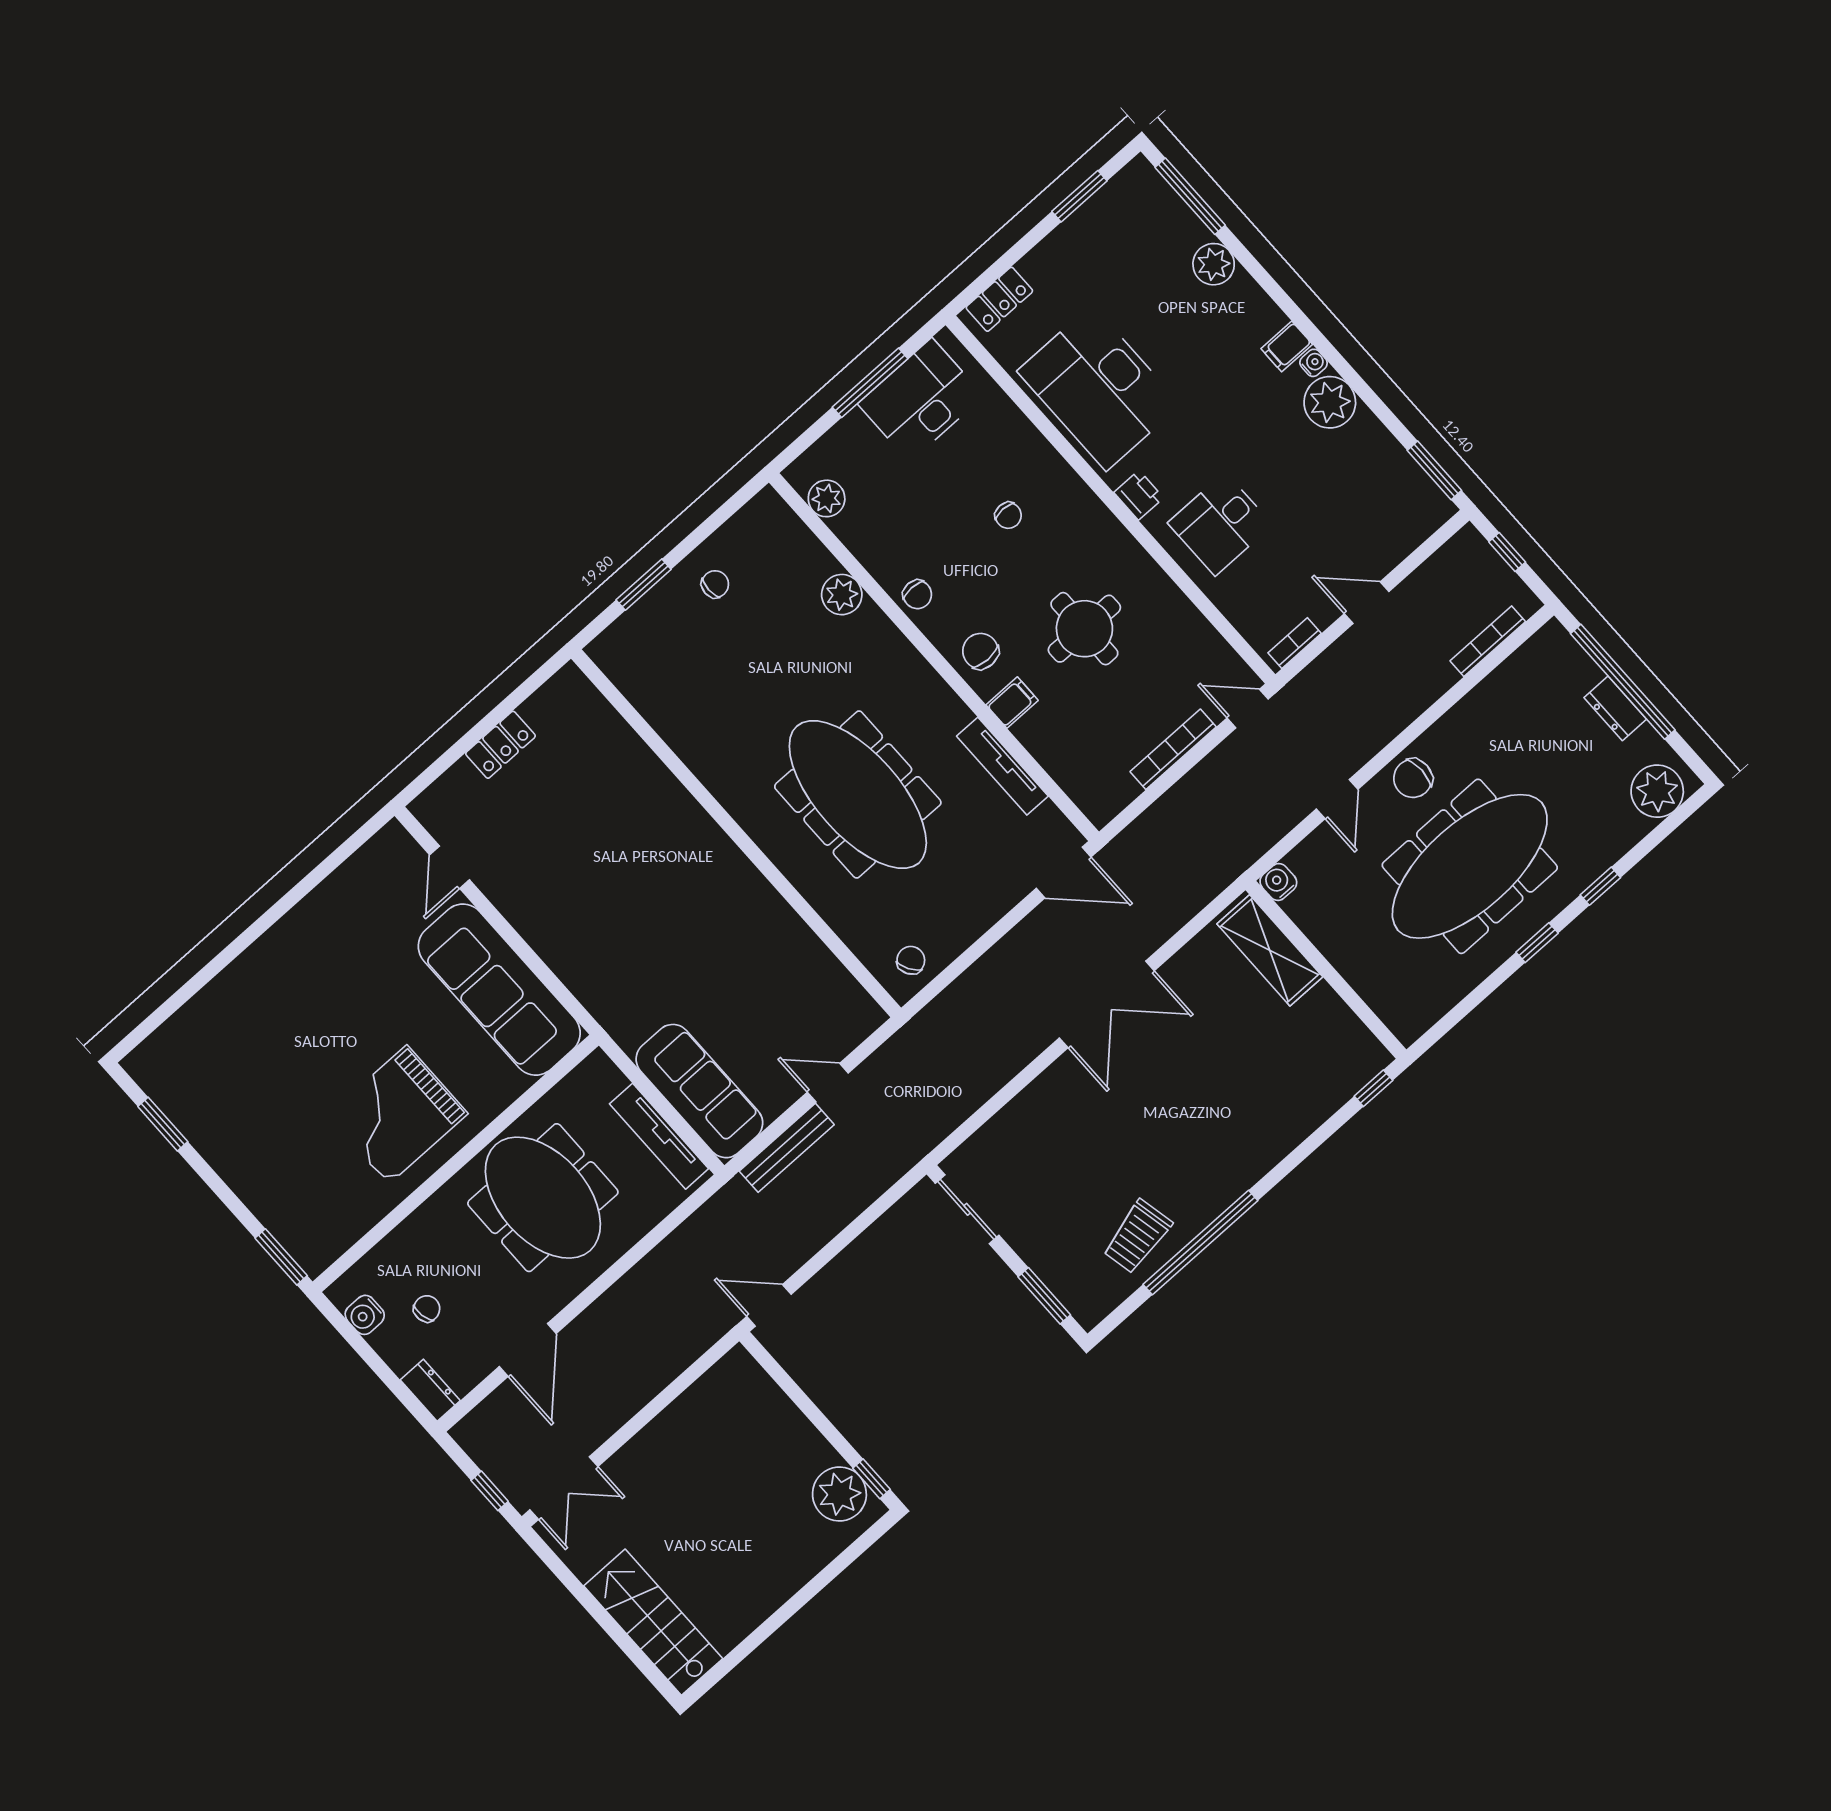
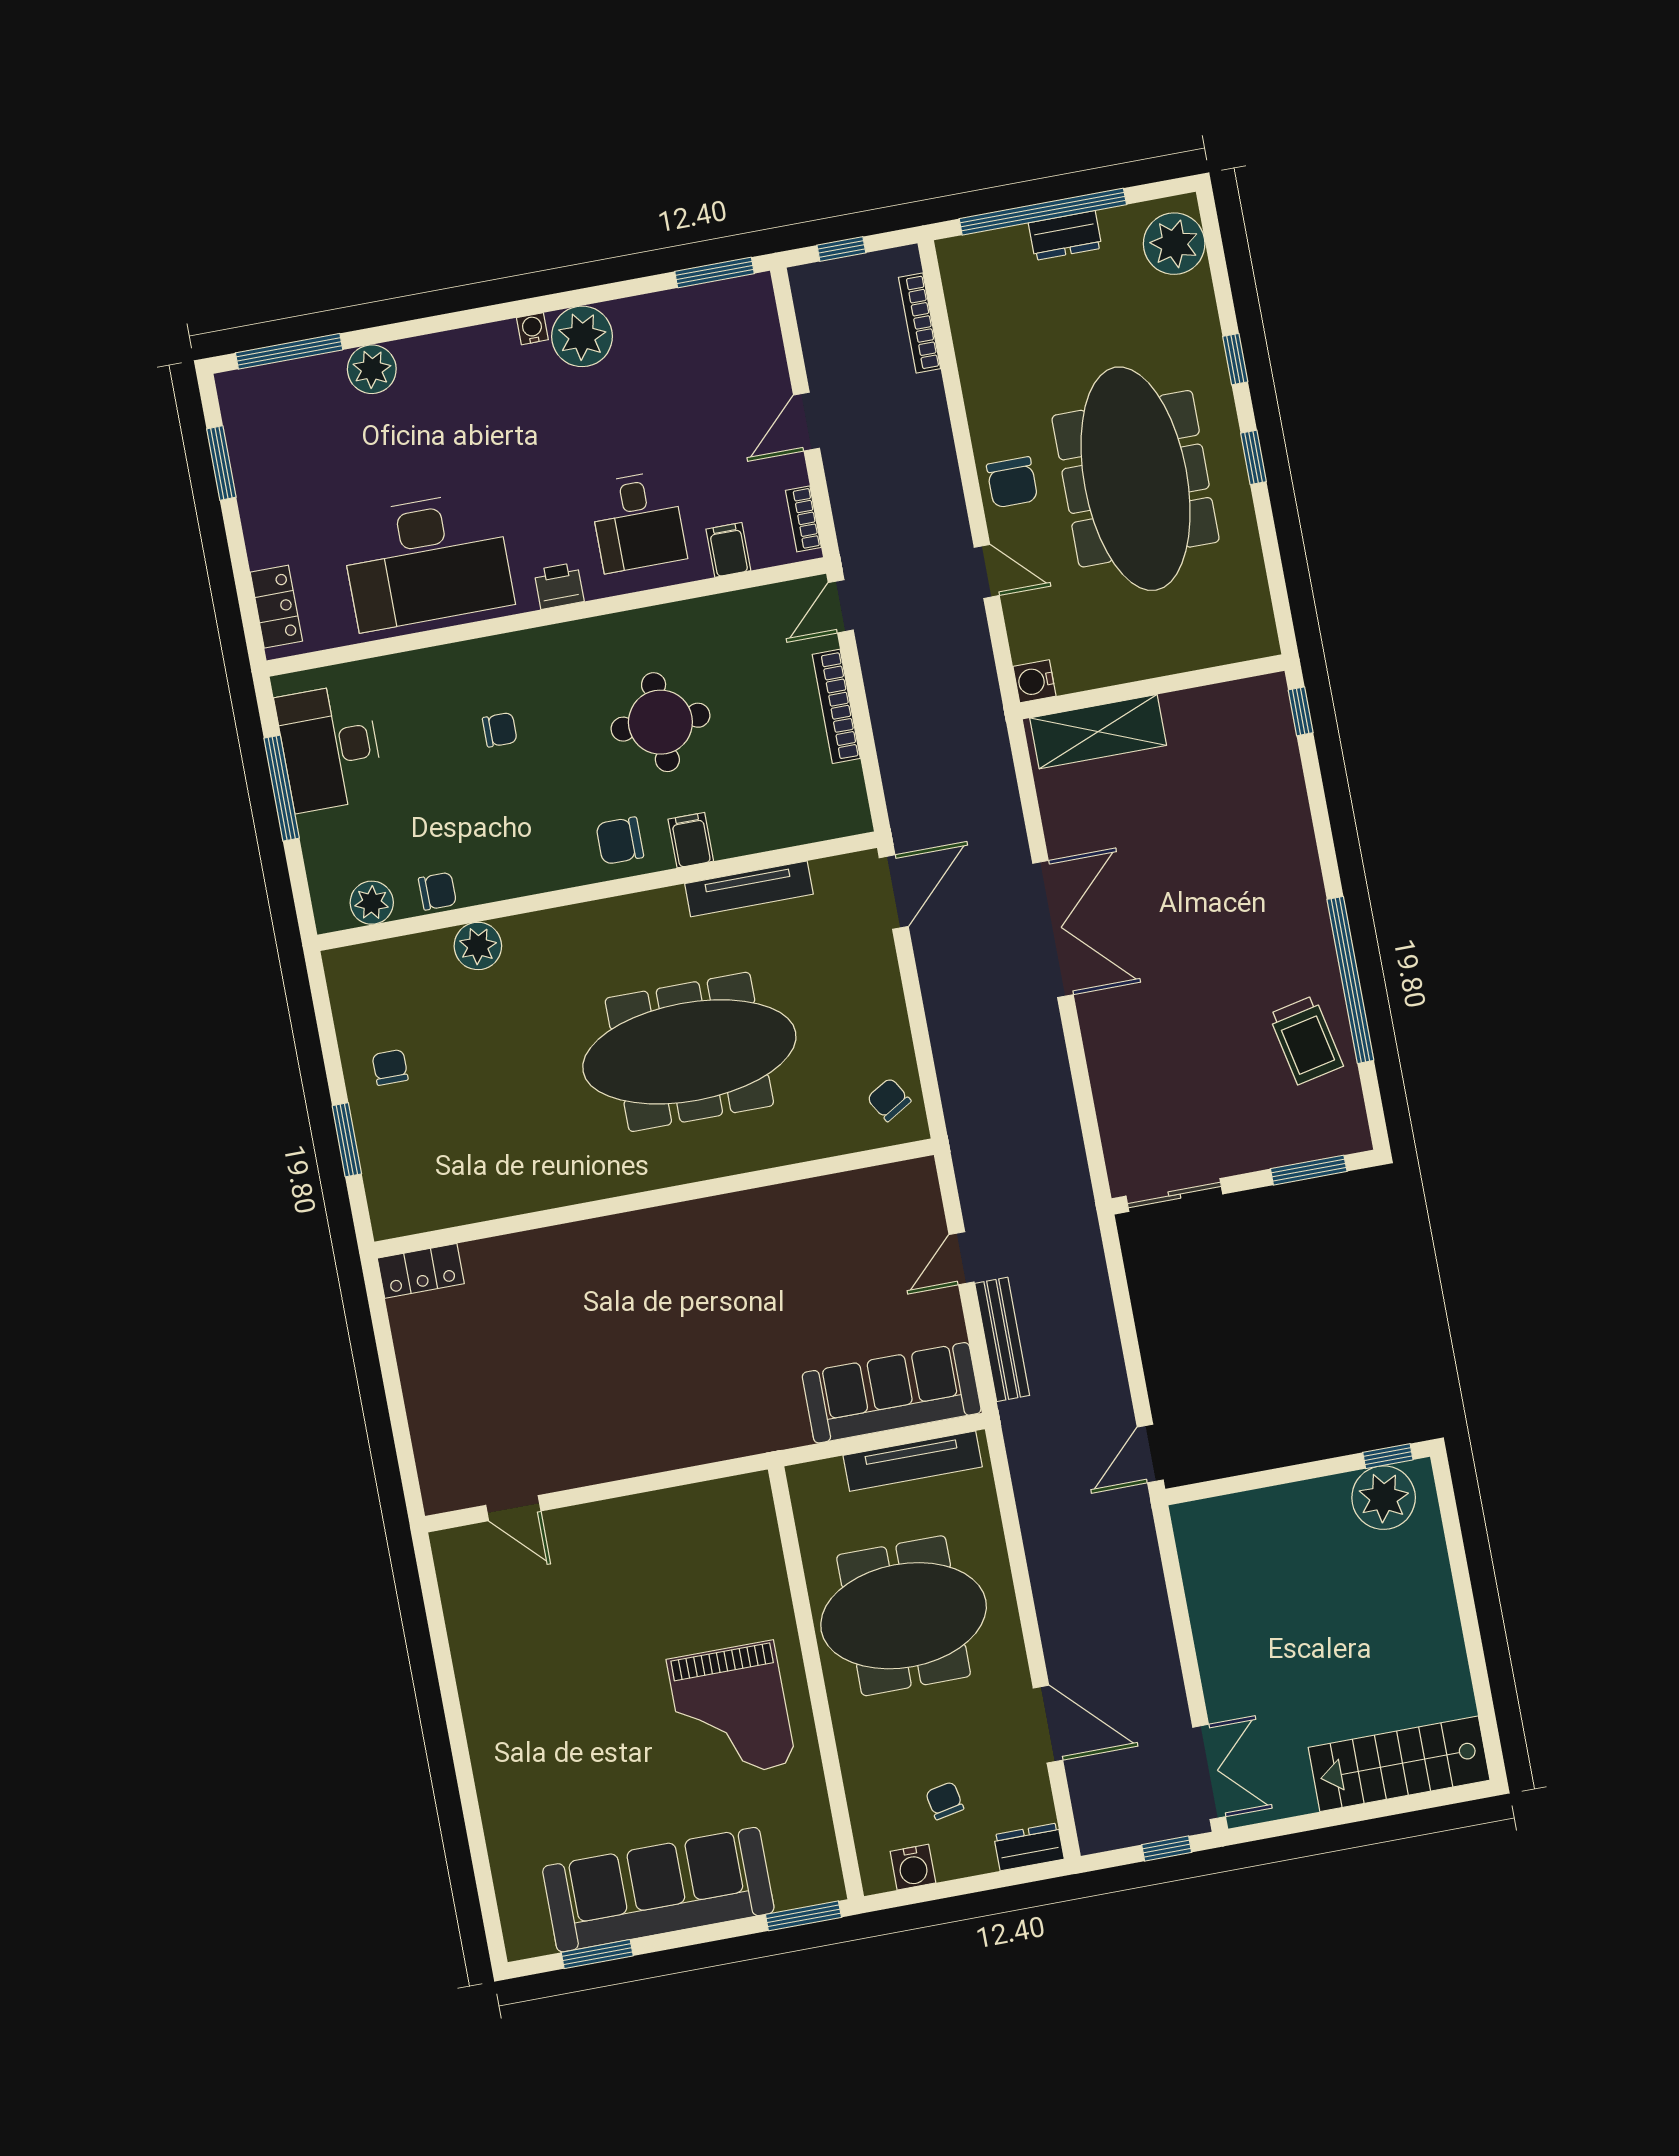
filing cabinet: (1287, 346) -> (728, 550), moved, turned 180
chair: (917, 594) -> (437, 891), moved
locker: (501, 745) -> (421, 1271), moved, turned 90
sofa: (499, 990) -> (658, 1890), moved, turned 180

